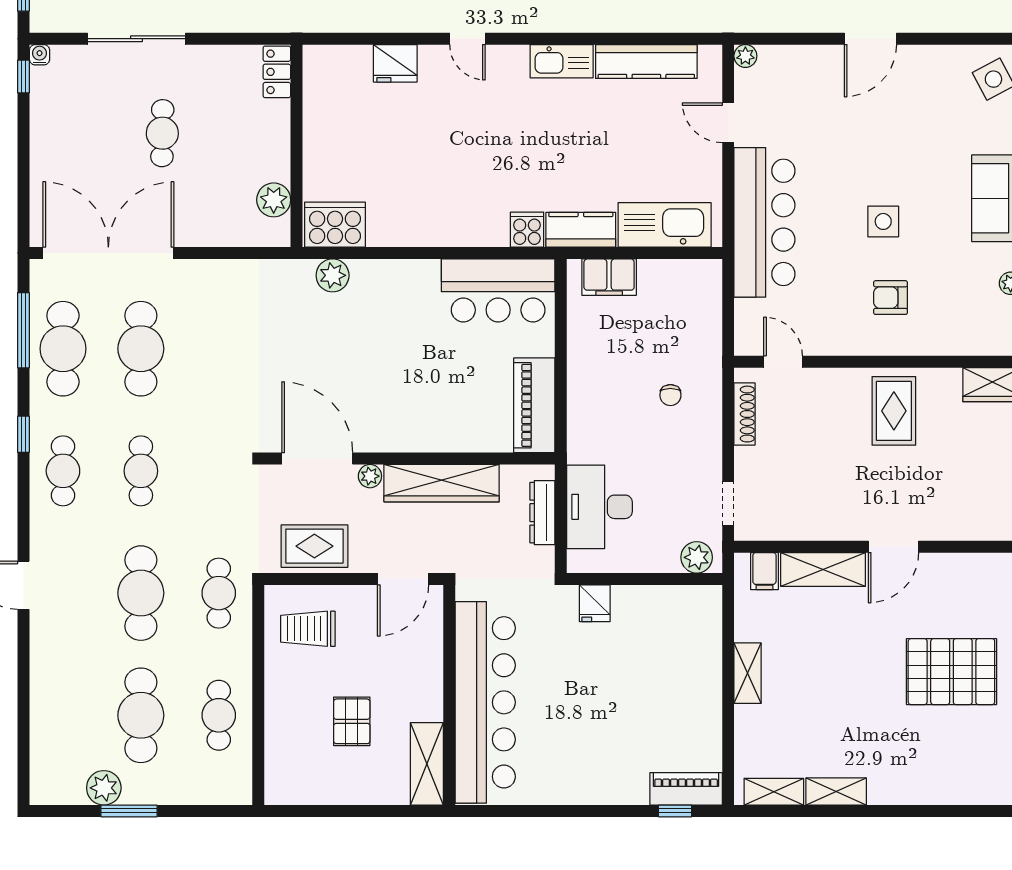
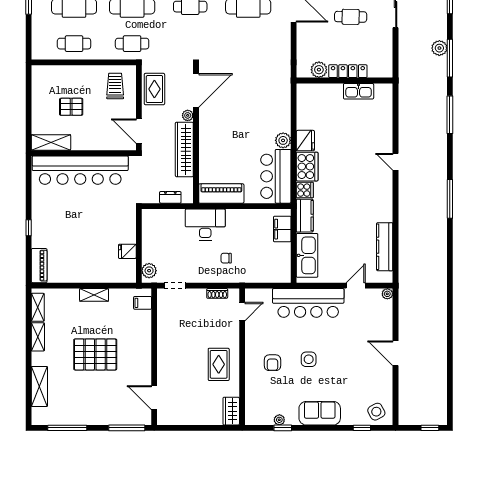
door: (467, 39) -> (396, 162), hinge flipped
kitchen sink: (562, 61) -> (359, 91), moved, turned -90
fridge: (395, 63) -> (305, 141), moved, turned 180
locker: (277, 72) -> (348, 71), moved, width x1.53
cooker: (335, 225) -> (307, 167), moved
plant: (333, 275) -> (283, 140), moved
armchair: (890, 298) -> (272, 363), turned 180
rug: (894, 411) -> (219, 364), turned 90
shoe rack: (745, 414) -> (217, 293), width x0.70
desk: (599, 507) -> (205, 224), moved
dresser: (542, 513) -> (170, 197), width x0.70
door: (893, 547) -> (154, 398), moved
shelving: (823, 569) -> (39, 386), moved
fridge: (595, 603) -> (127, 251), moved
pallet: (951, 672) -> (95, 354), moved, turned 90
window: (675, 811) -> (29, 228), moved

